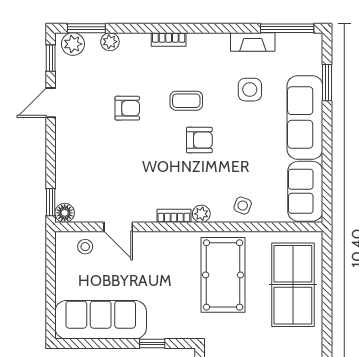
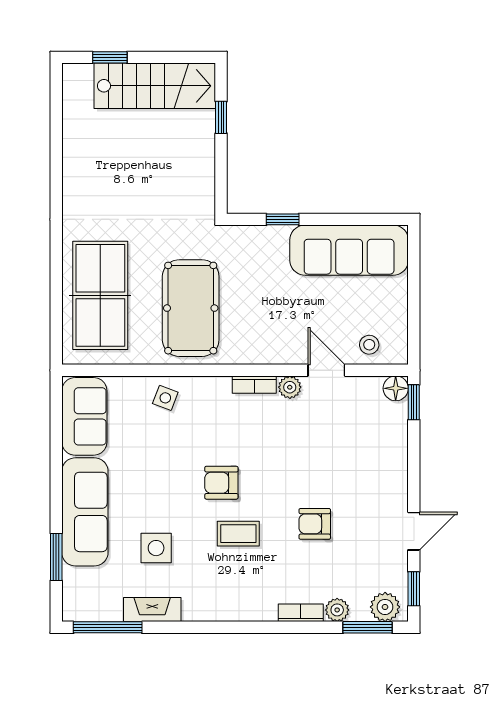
bookcase: (169, 40) -> (301, 613), moved
plant: (201, 214) -> (290, 387), moved

